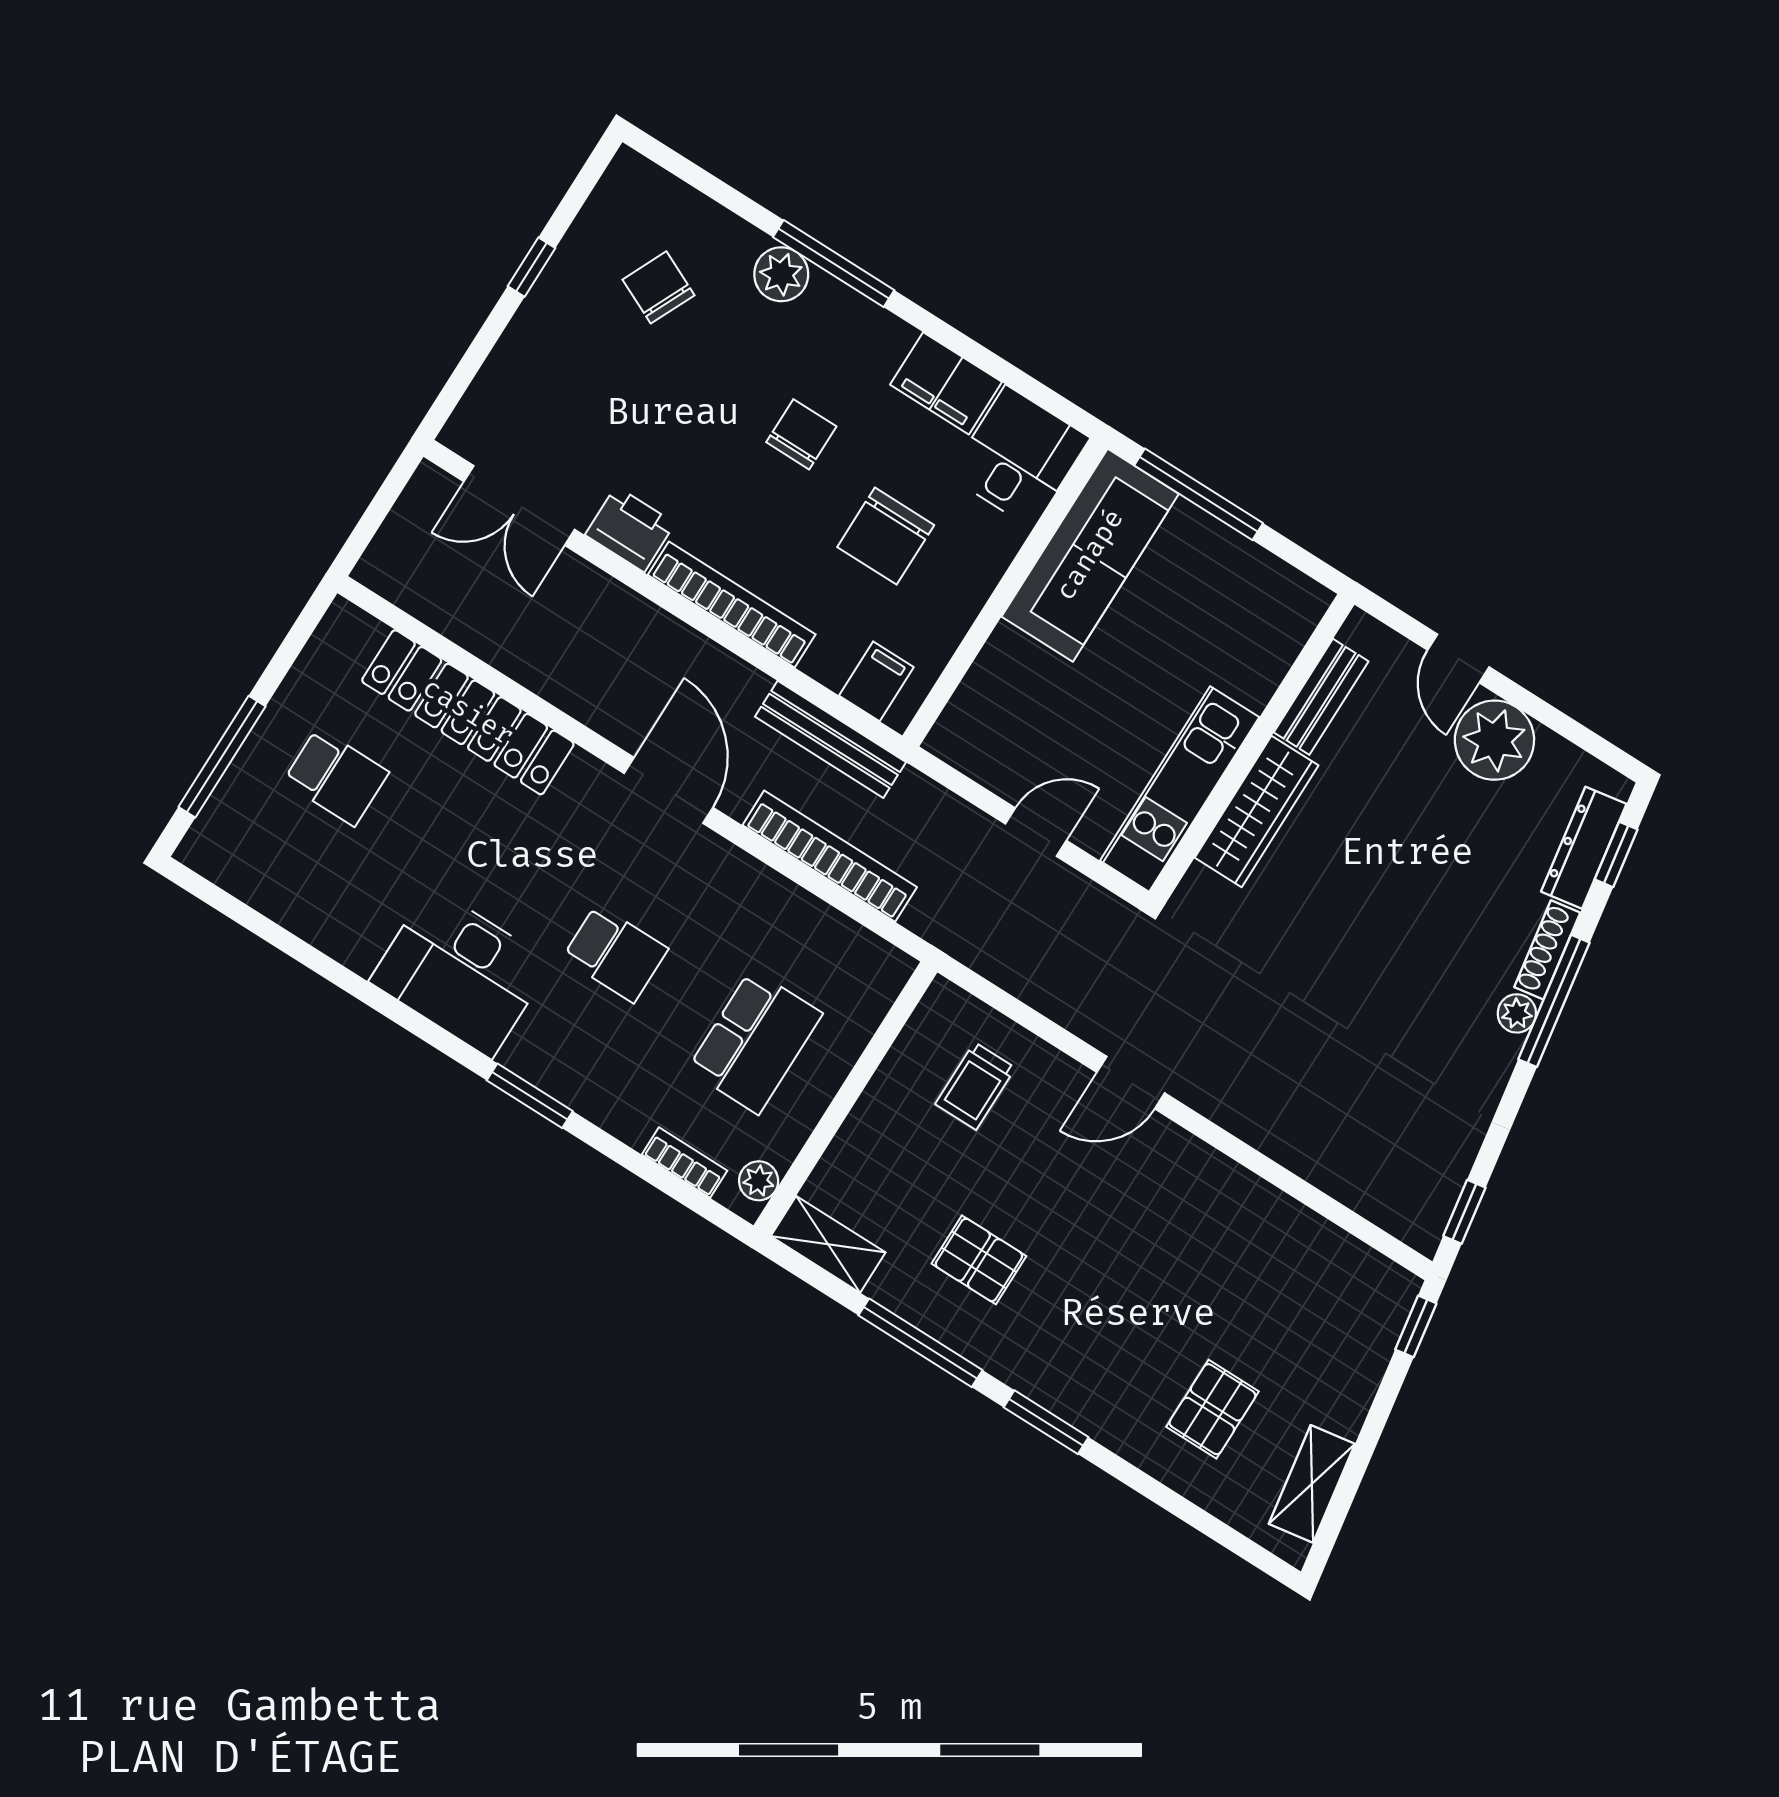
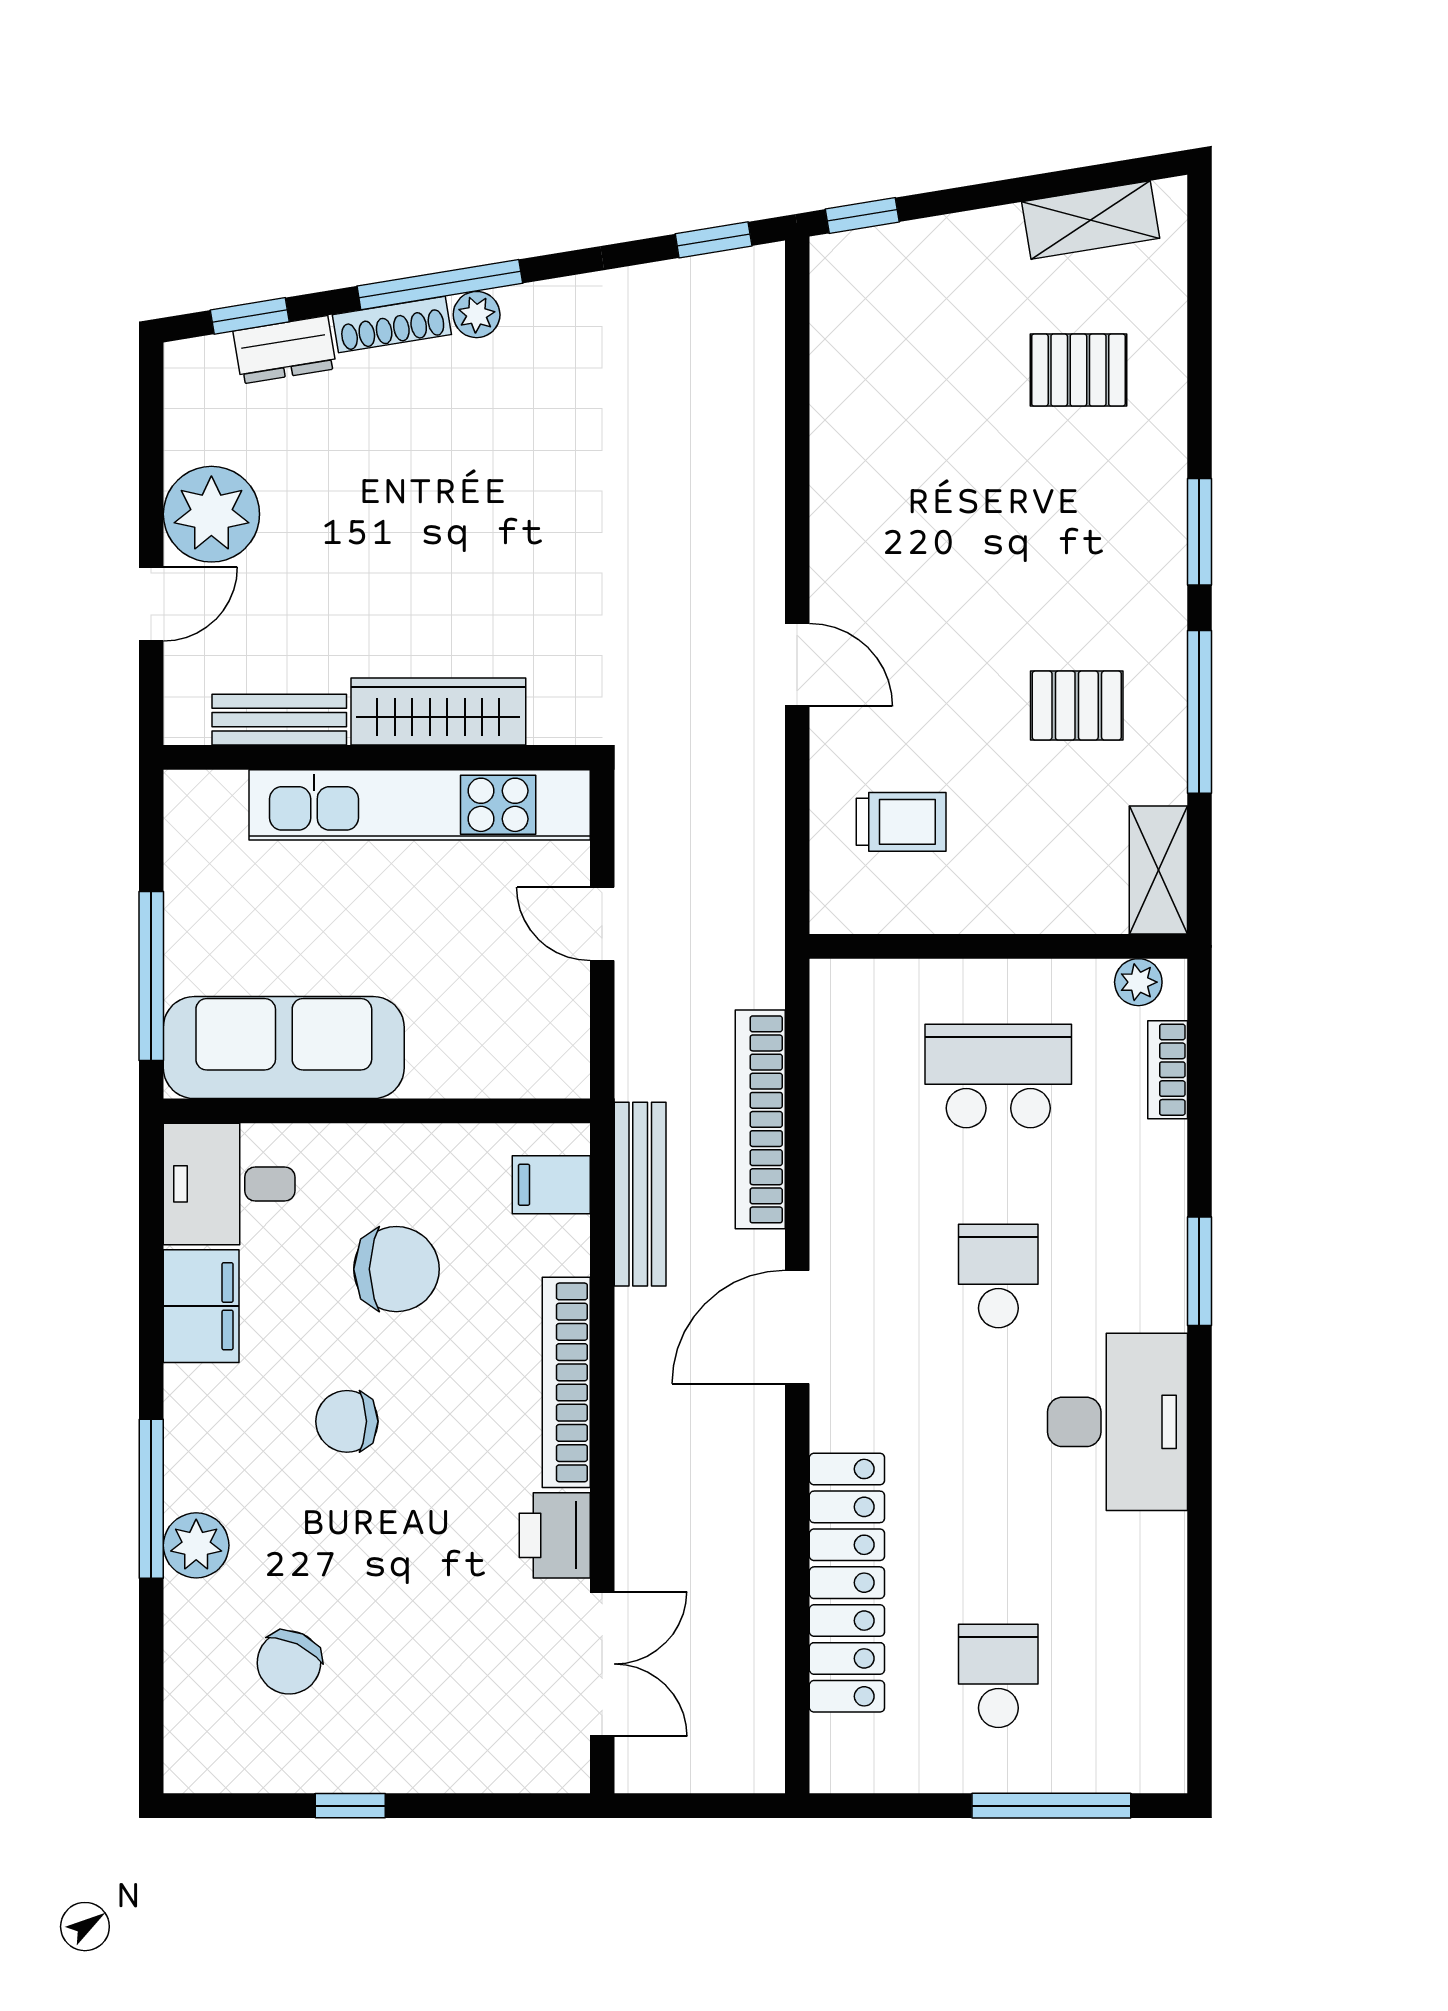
kitchen unit: (1180, 789) -> (420, 805), width x1.36
dresser: (1584, 848) -> (285, 350), width x0.70
pallet: (979, 1260) -> (1077, 706), turned 90

